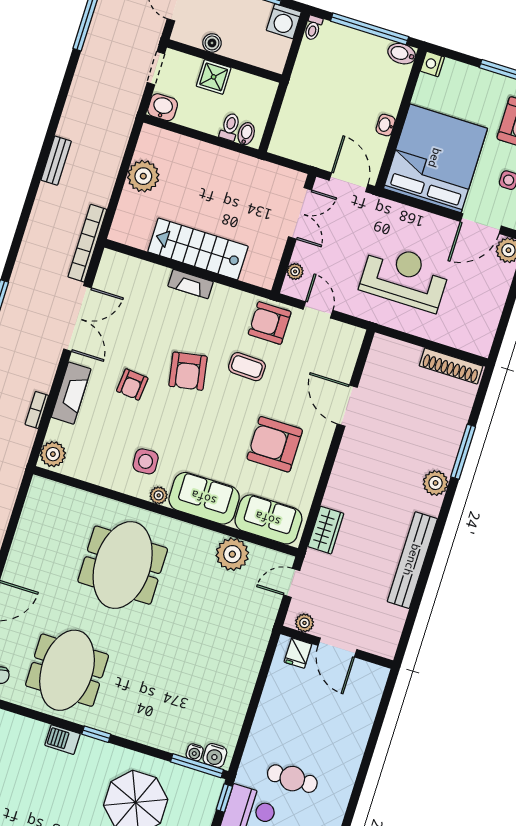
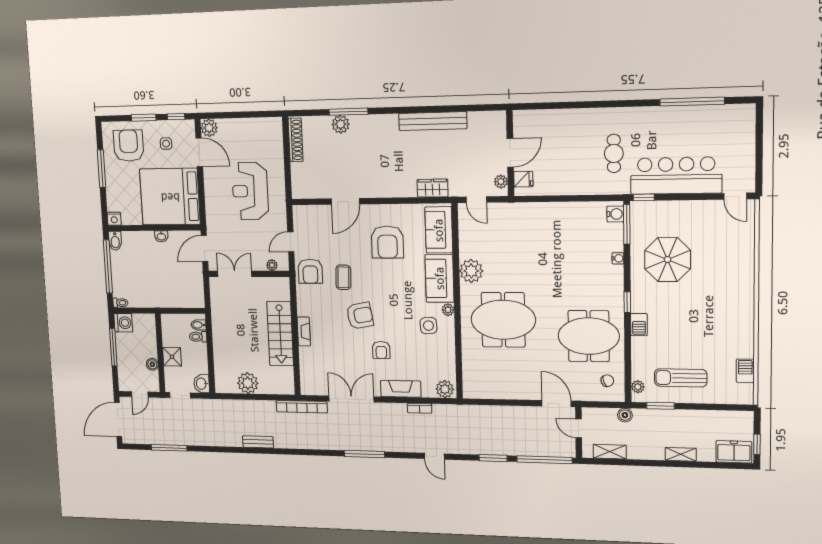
armchair: (132, 384) -> (381, 350), turned 85
plant: (436, 483) -> (341, 124), moved
plant: (232, 554) -> (471, 271), moved
water cooler: (195, 752) -> (618, 258), moved

